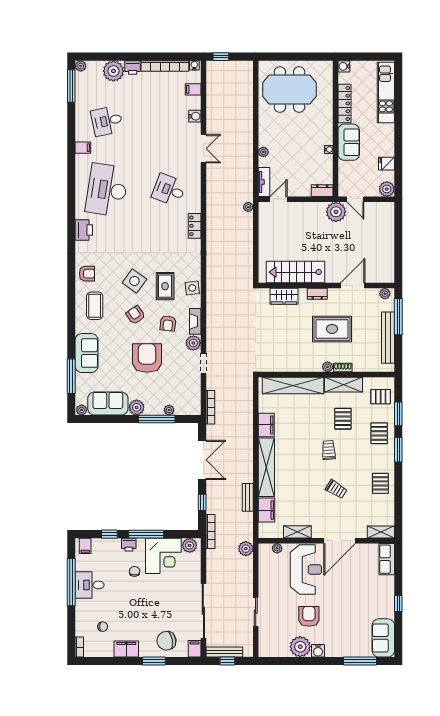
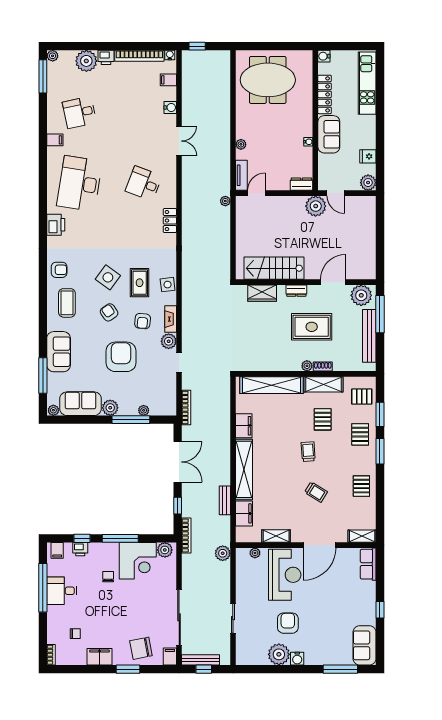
plant: (385, 294) -> (361, 295), width x1.88, depth x1.88
printer: (129, 545) -> (80, 549), moved

